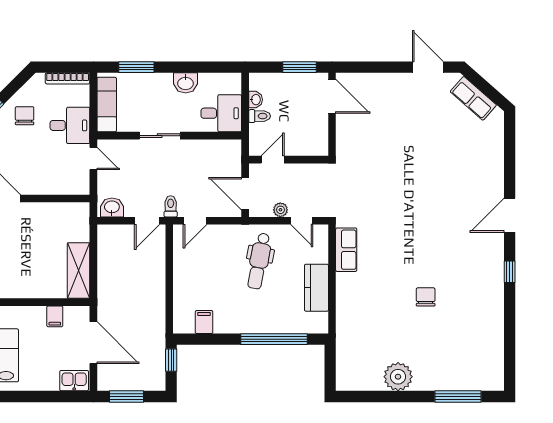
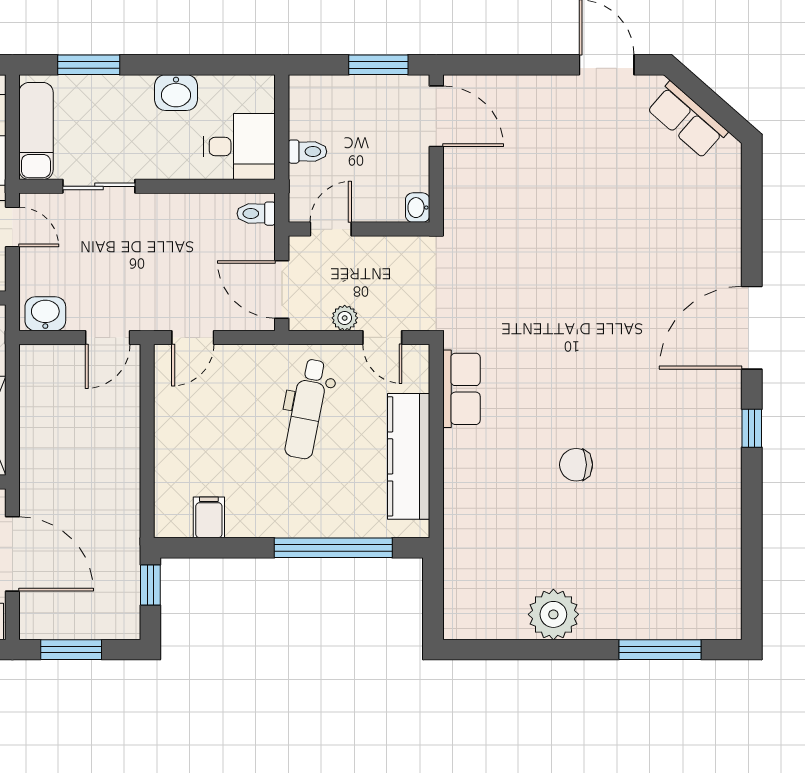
washbasin: (256, 100) -> (418, 208), moved, turned 180
sliding door: (160, 136) -> (99, 186), moved
toilet: (171, 206) -> (256, 214), moved, turned -90
door: (510, 215) -> (752, 328), width x1.36
kitchen counter: (317, 288) -> (409, 456), width x1.50
chair: (426, 297) -> (576, 465), moved, turned -90

